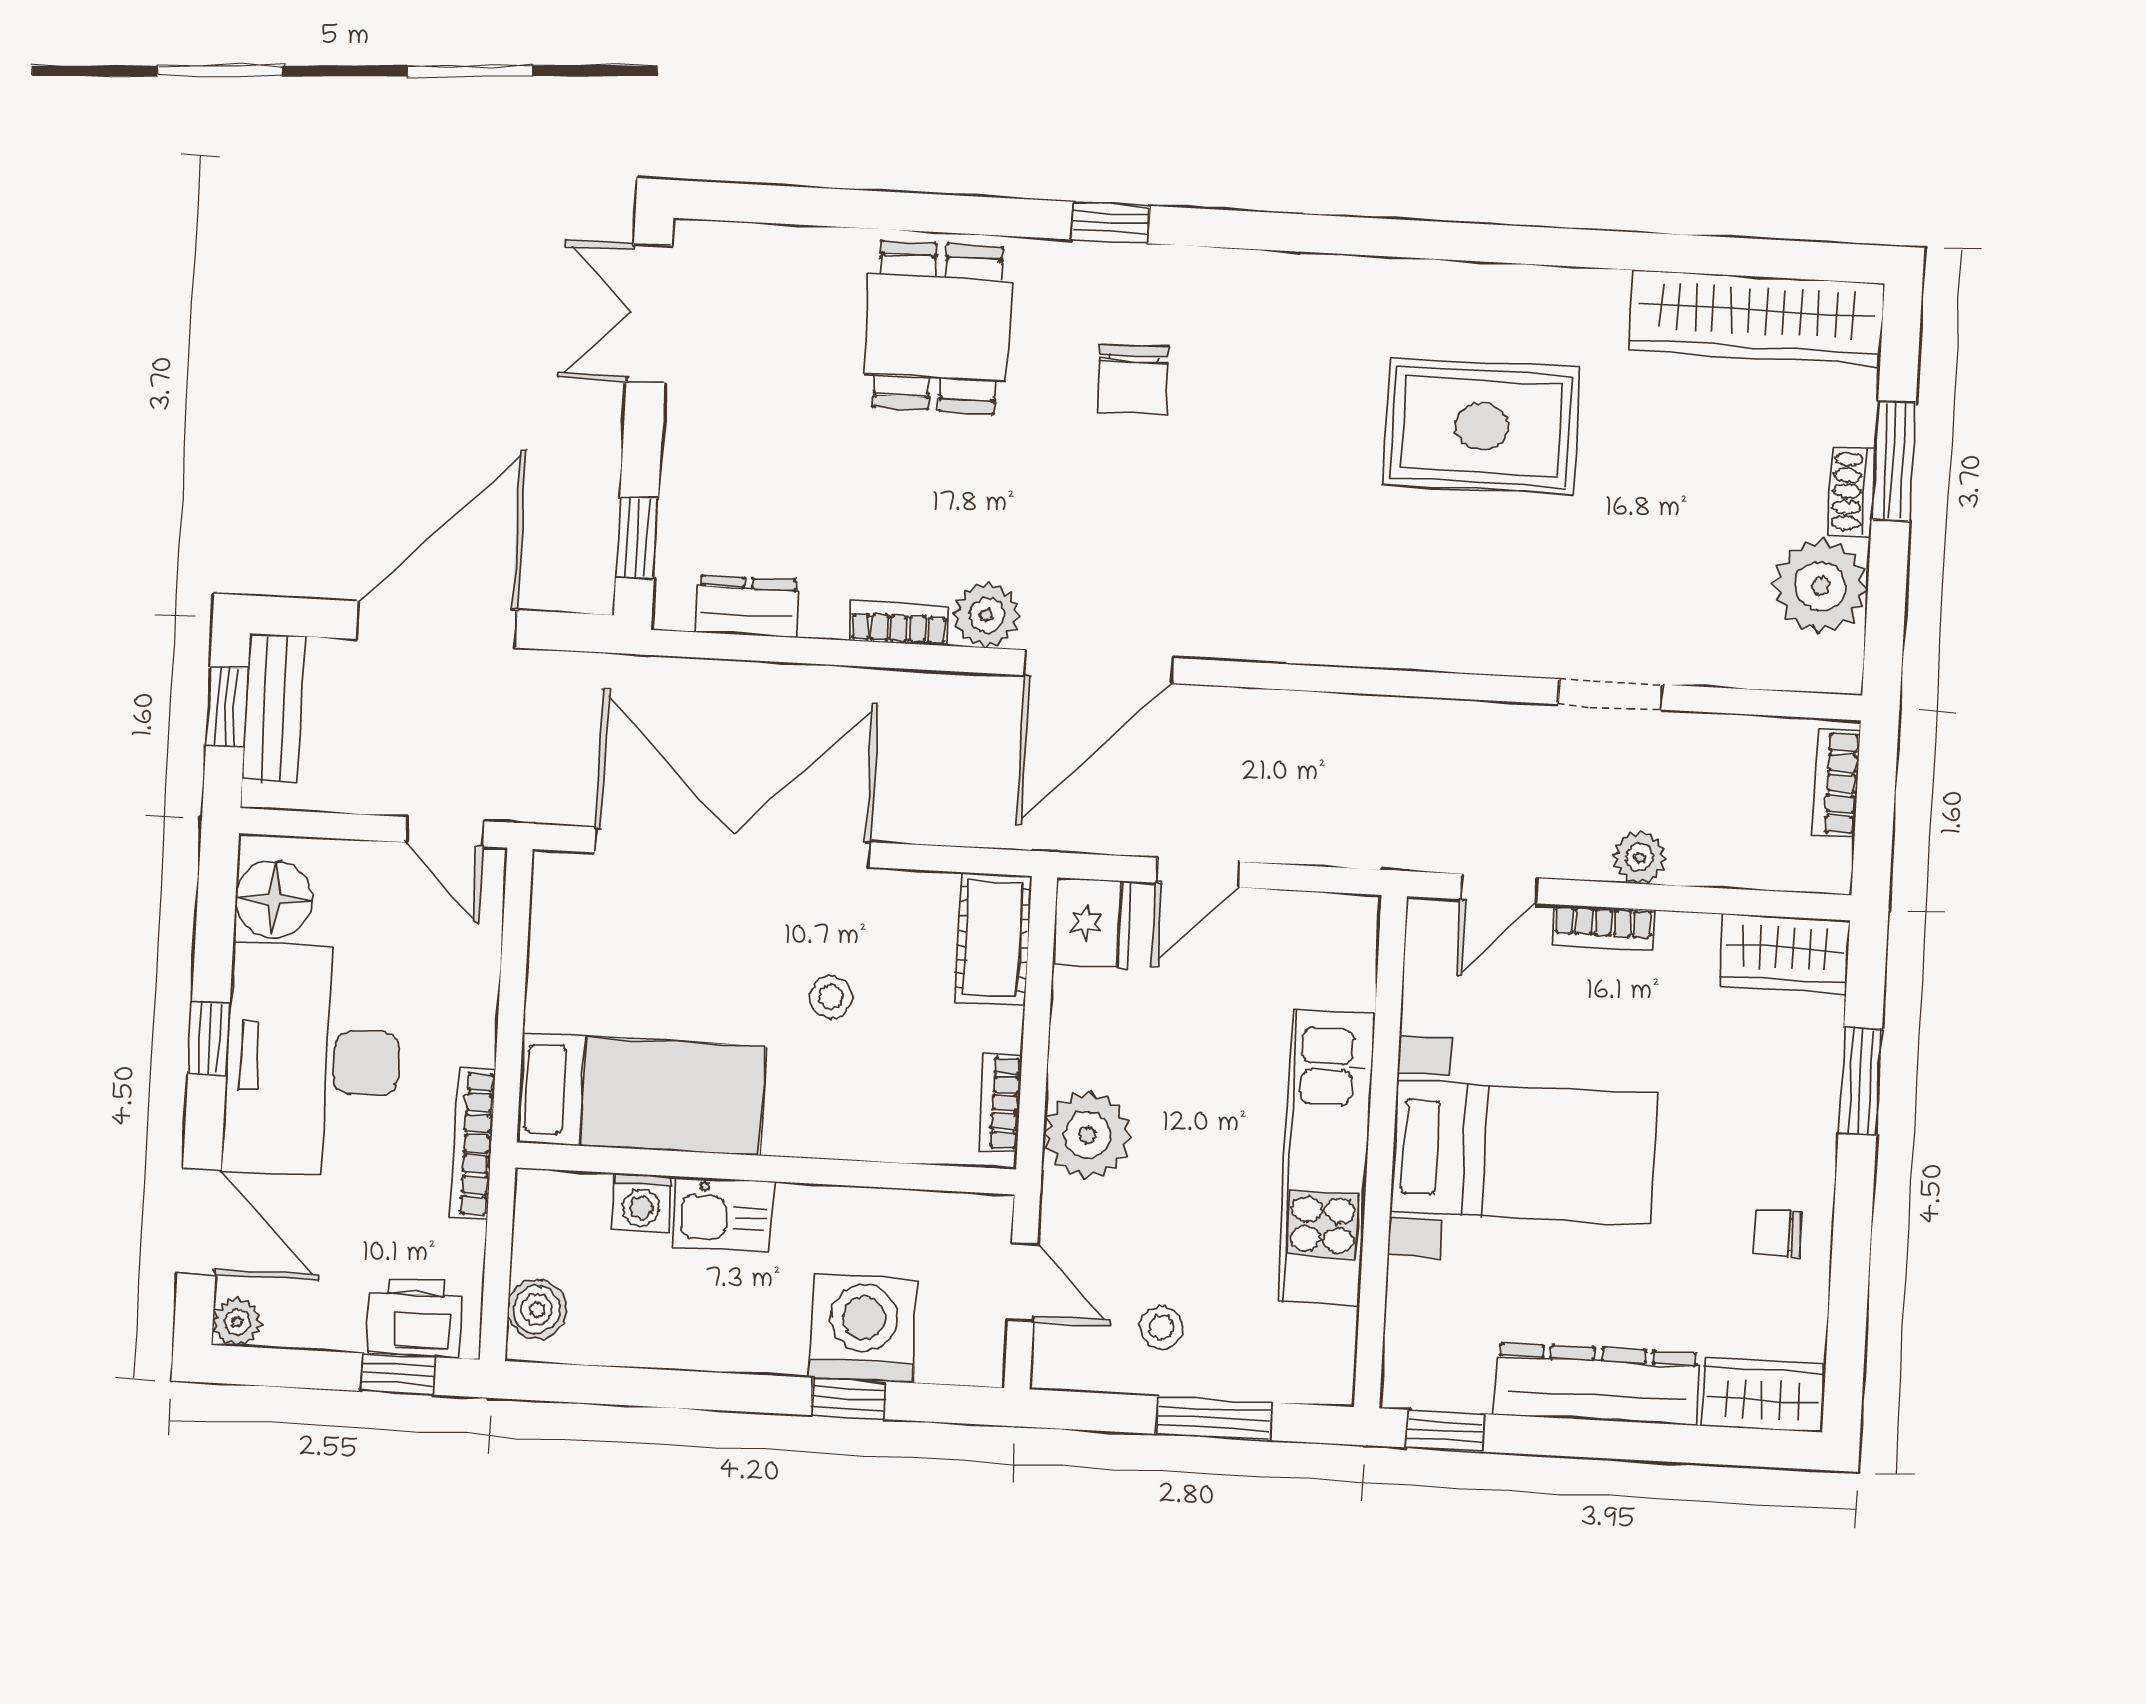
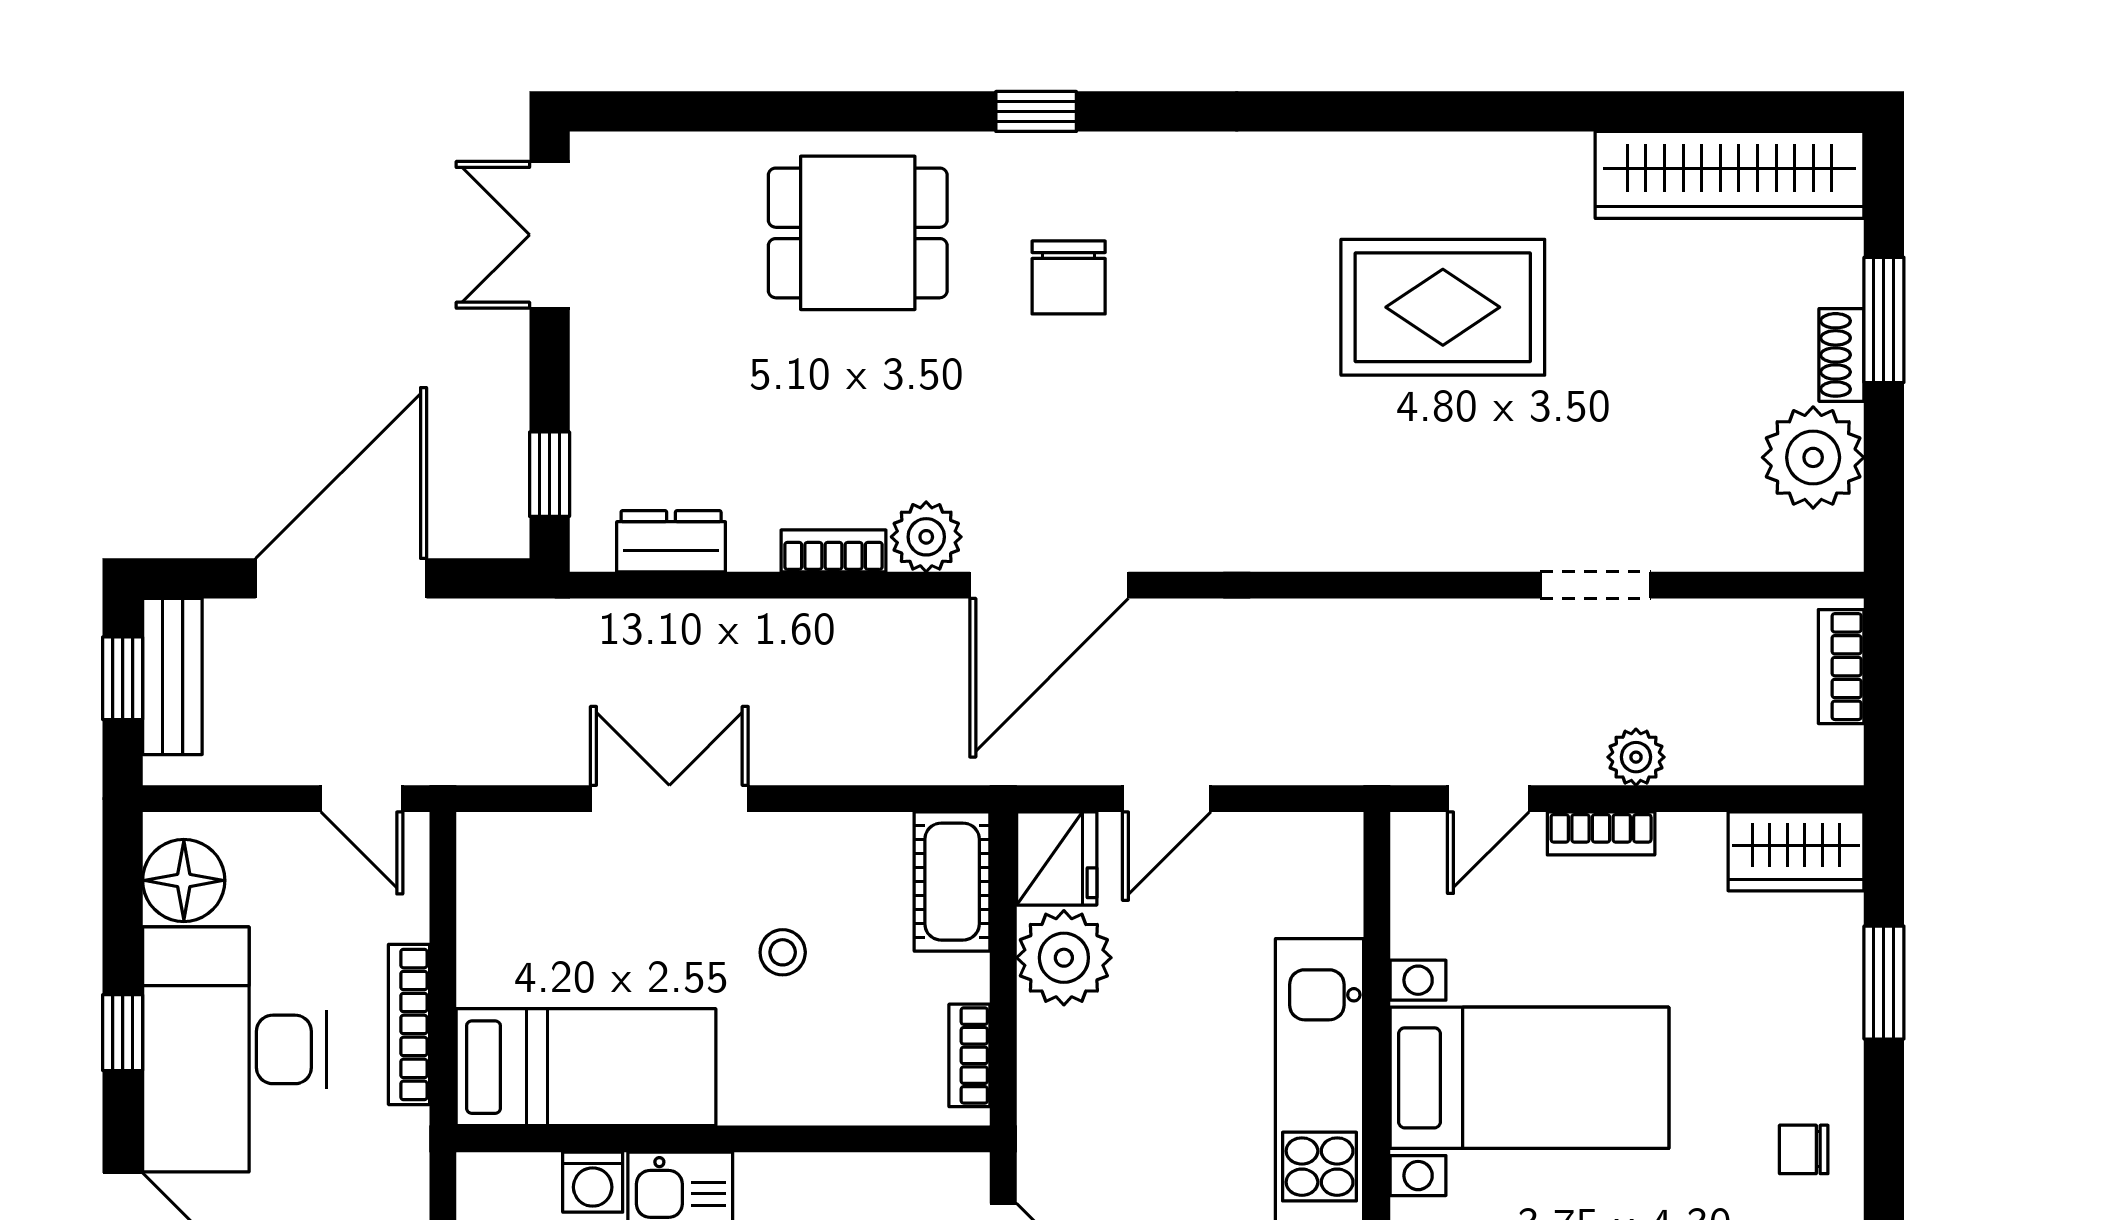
dining table: (938, 327) -> (858, 233), turned 90
double door: (733, 847) -> (669, 799), width x0.54
plant: (1087, 1135) -> (1064, 958), moved
bookcase: (472, 1143) -> (409, 1024), moved

